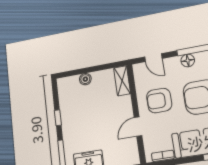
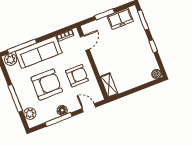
boiler: (85, 79) -> (157, 74), moved
door: (138, 127) -> (85, 43), moved

